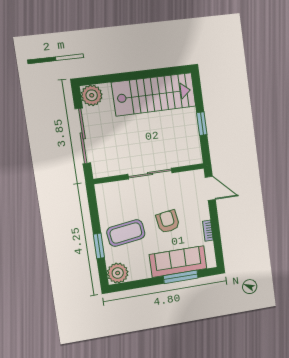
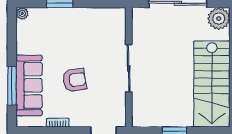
coffee table: (126, 233) -> (69, 33), removed
plant: (118, 273) -> (22, 13), width x0.53, depth x0.53

